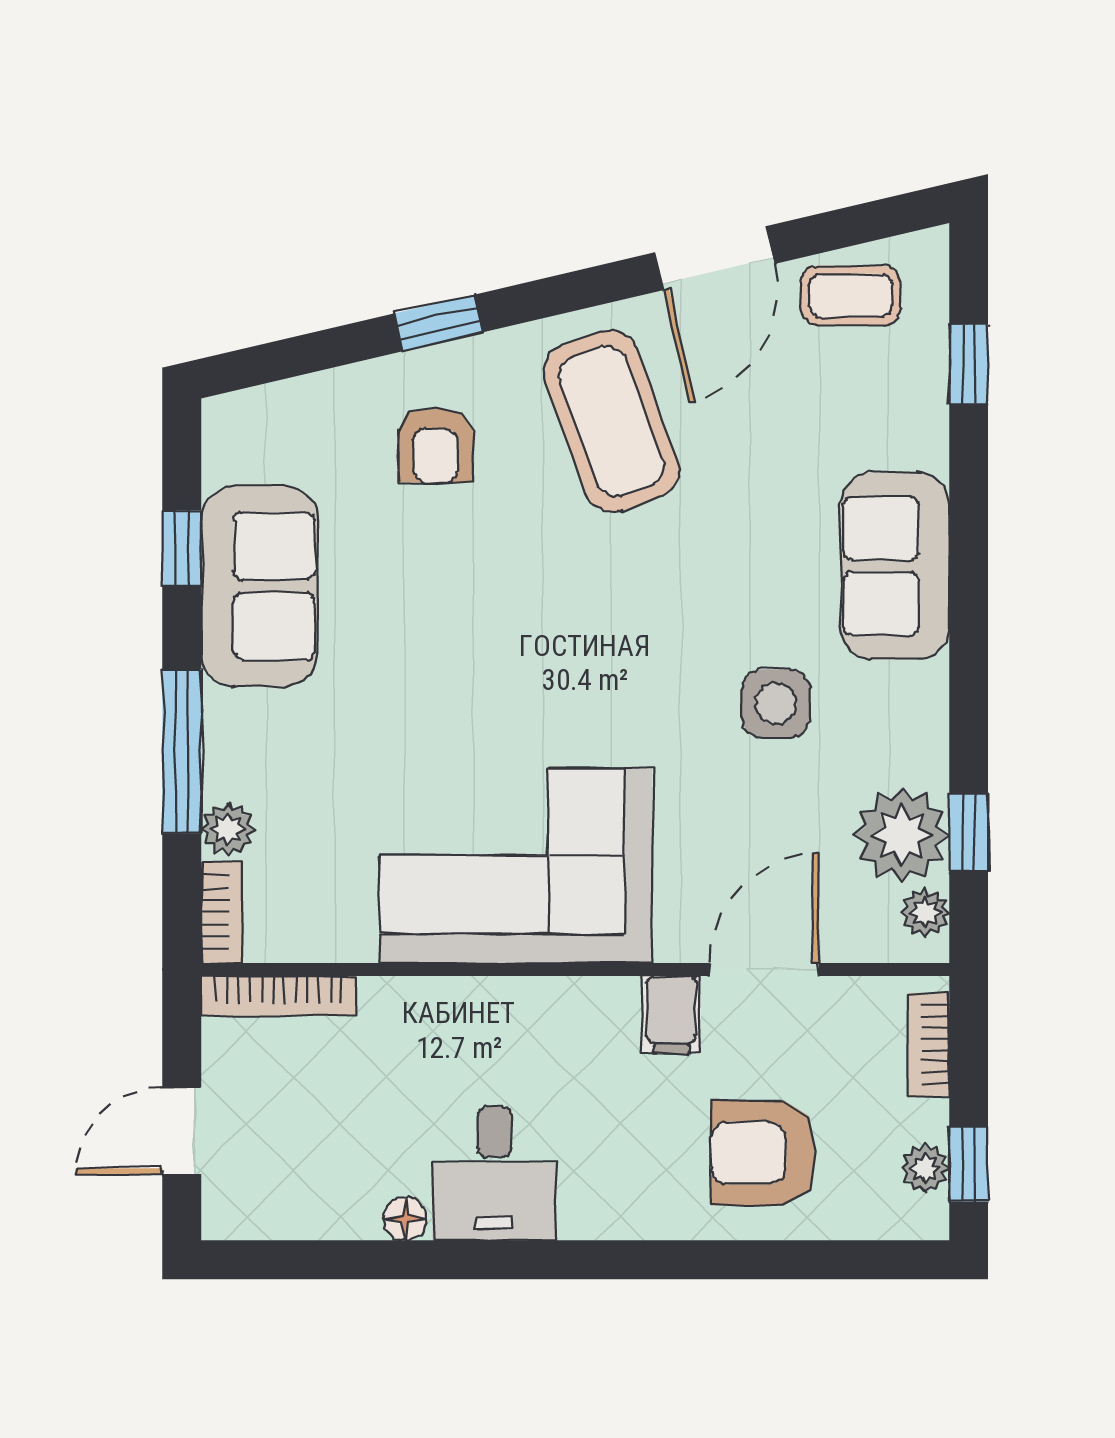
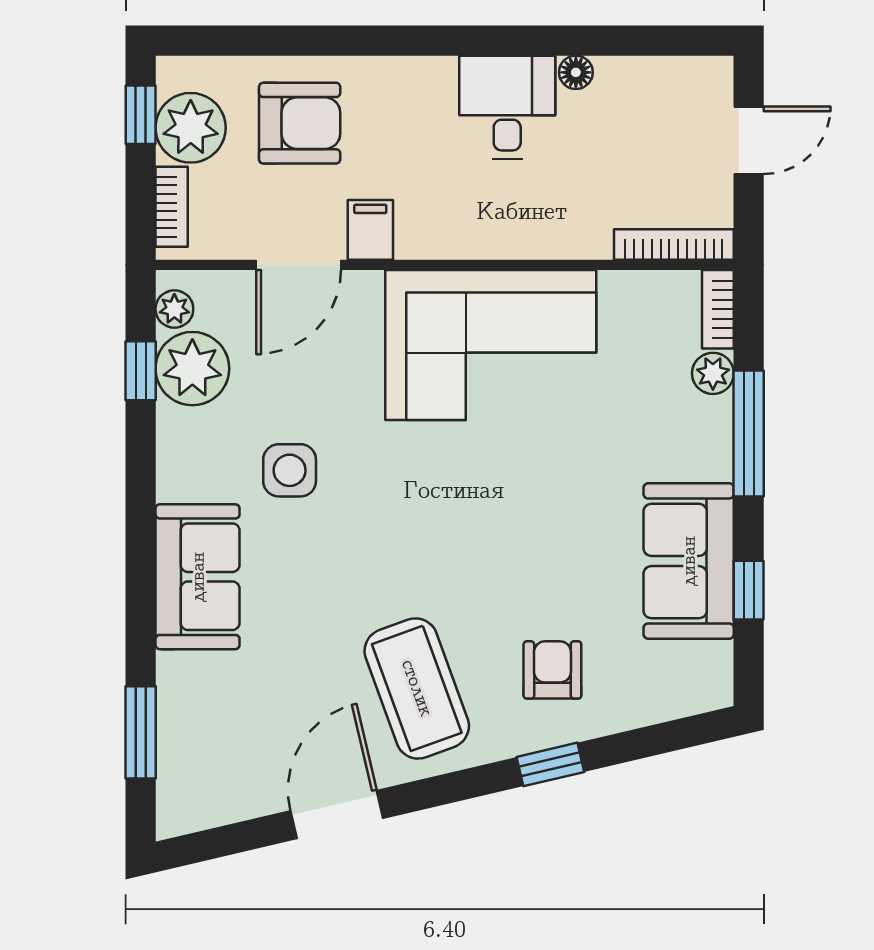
coffee table: (851, 295) -> (232, 786), removed
window: (969, 364) -> (141, 732), width x1.50
plant: (925, 1168) -> (191, 128), width x1.88, depth x1.88

